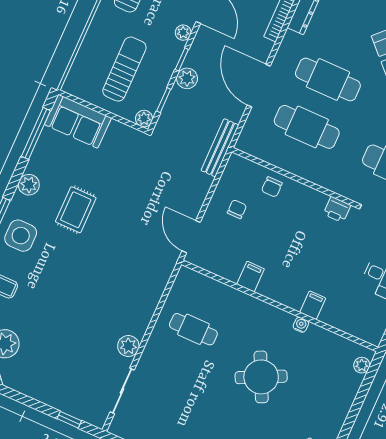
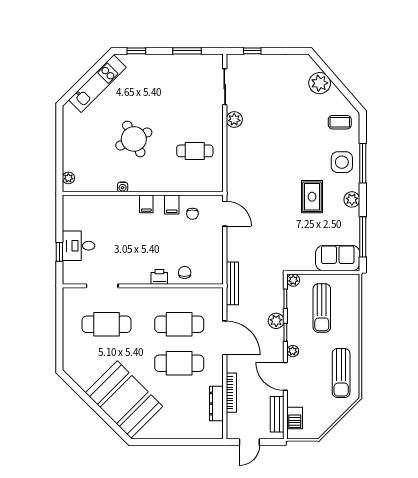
chair: (237, 209) -> (192, 214), moved
printer: (337, 210) -> (159, 277), moved
filing cabinet: (313, 305) -> (146, 204), moved

